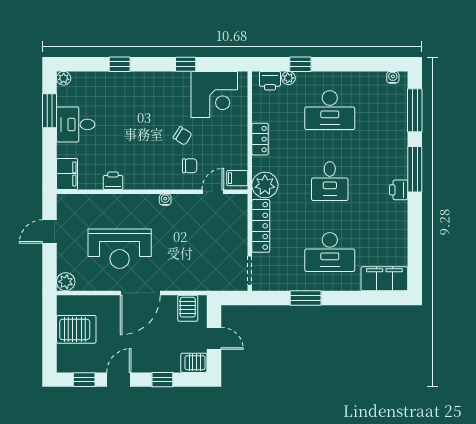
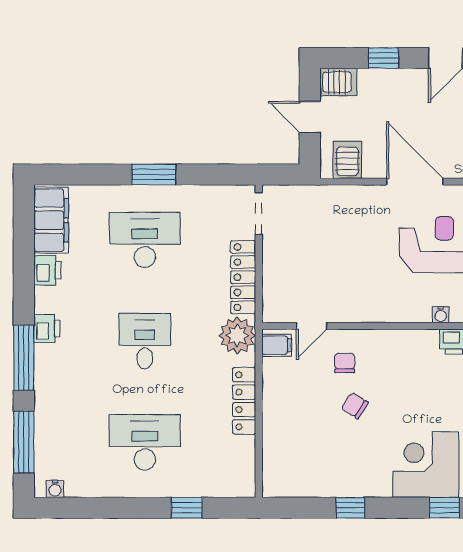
plant: (288, 78) -> (204, 488), removed
printer: (270, 81) -> (47, 270), moved, turned 90
corner desk: (214, 94) -> (426, 465), moved
locker: (260, 139) -> (244, 401), width x1.53
chair: (190, 166) -> (345, 363), turned 90
water cooler: (165, 200) -> (441, 315), moved
filing cabinet: (384, 279) -> (51, 220), moved, turned -90
door: (140, 293) -> (415, 182), hinge flipped
window: (306, 298) -> (154, 175), moved

